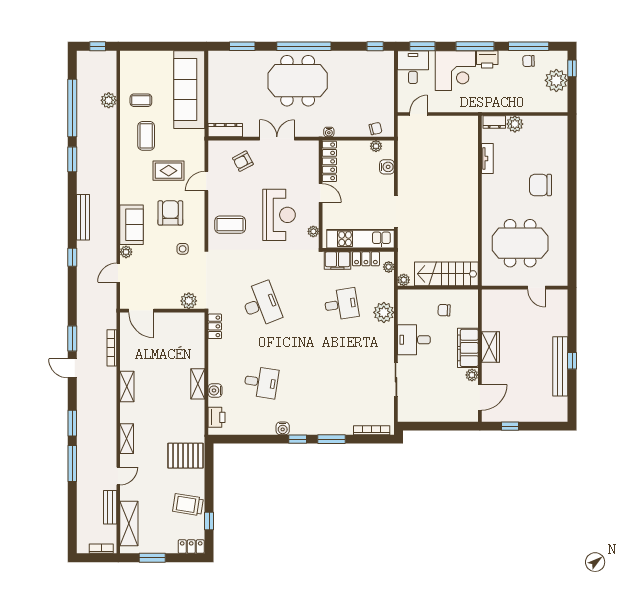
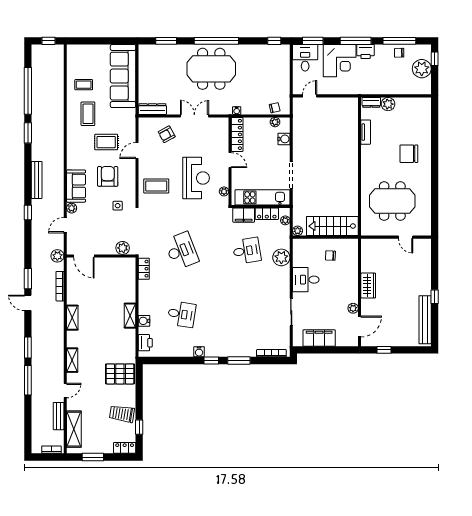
plant: (109, 100) -> (57, 256), moved
filing cabinet: (468, 348) -> (319, 338), moved, turned 90
bench: (560, 366) -> (425, 320), moved

